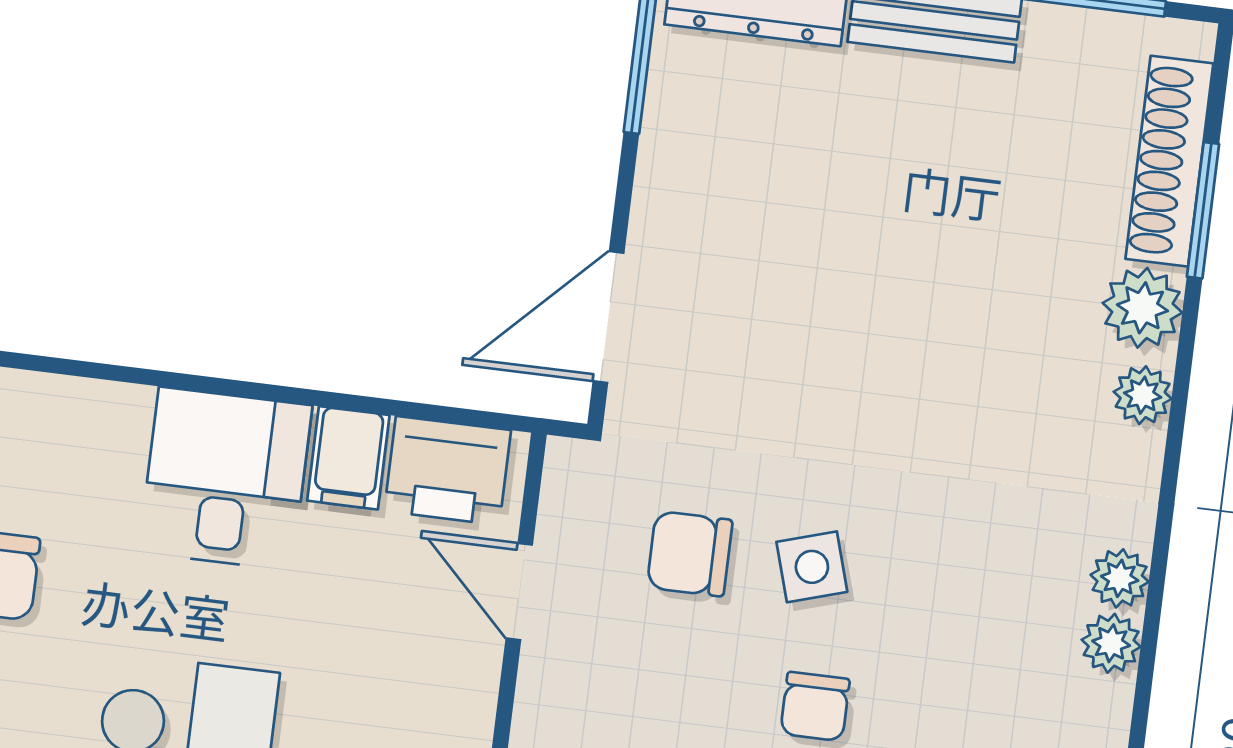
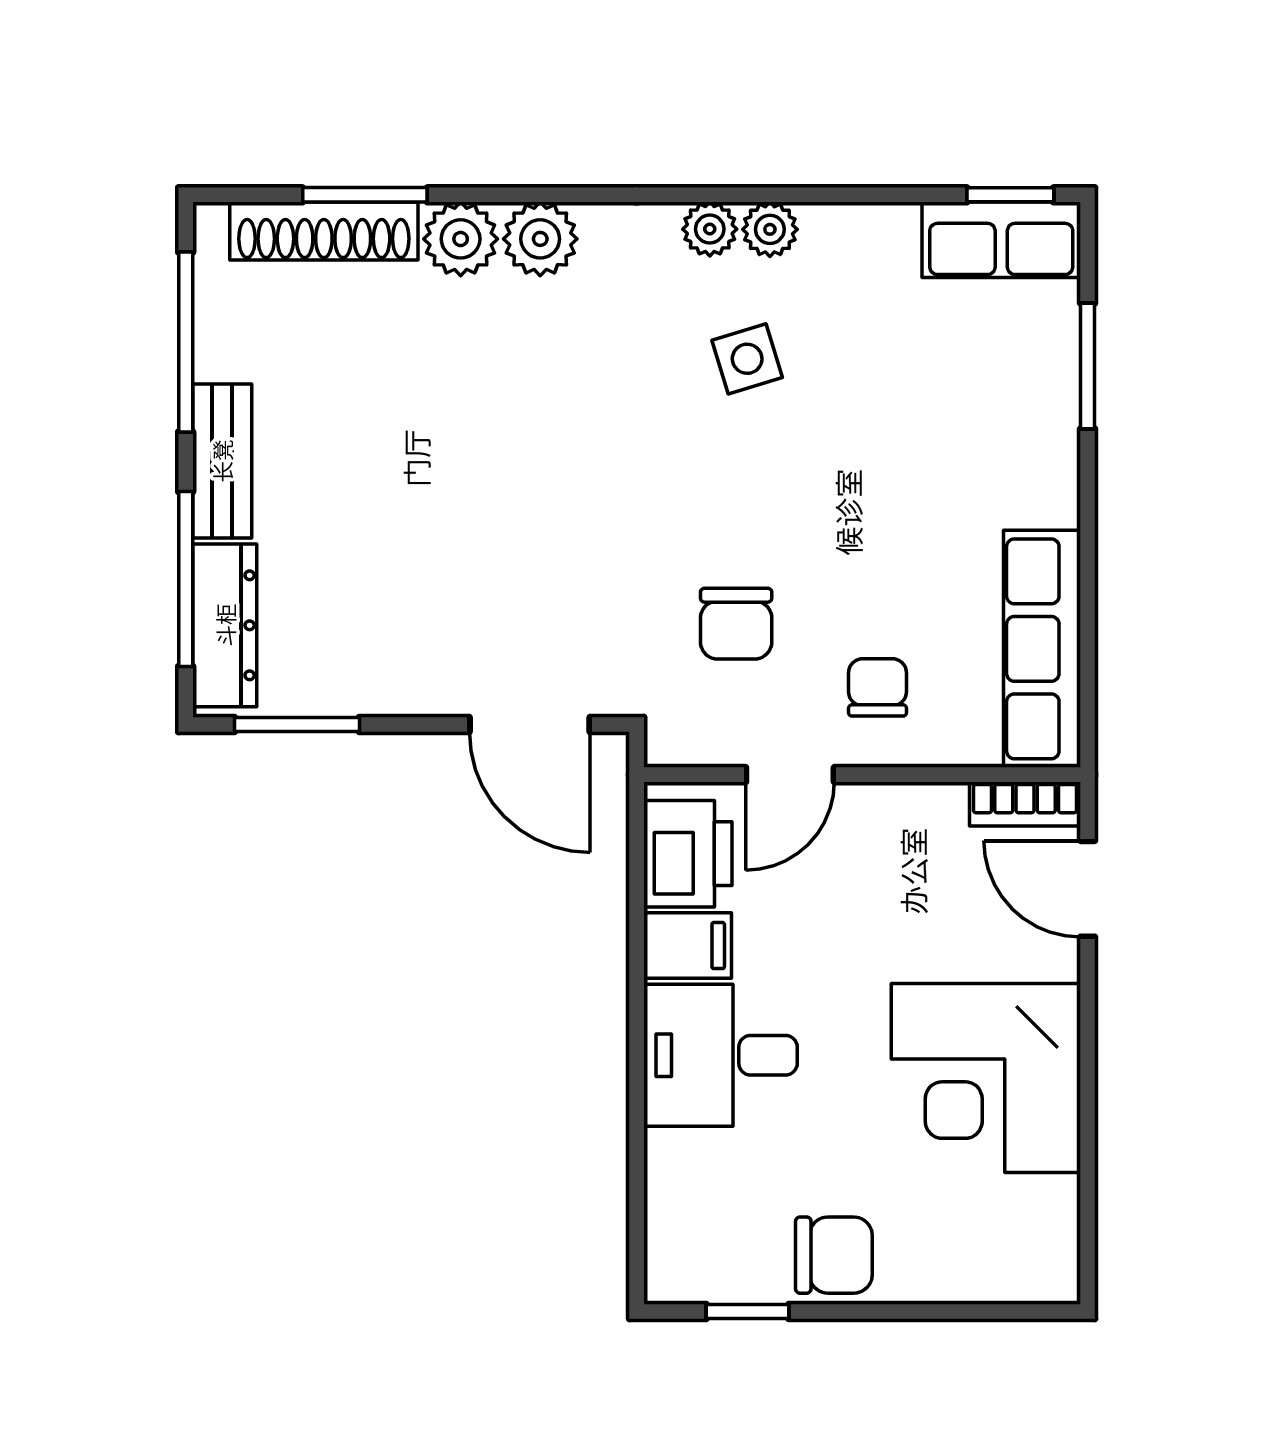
plant: (1143, 395) -> (540, 239), width x1.38, depth x1.38
side table: (812, 567) -> (747, 359), moved
chair: (815, 706) -> (877, 687), moved, turned -90

